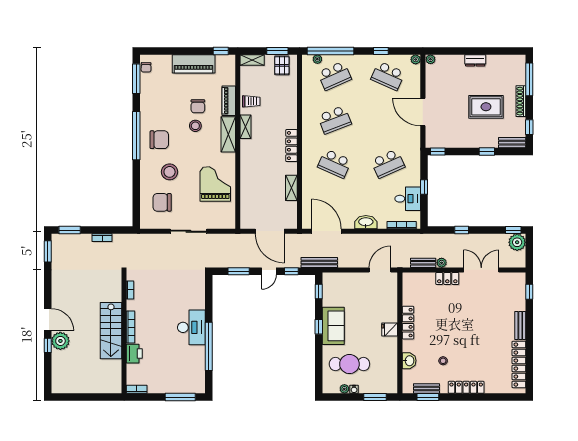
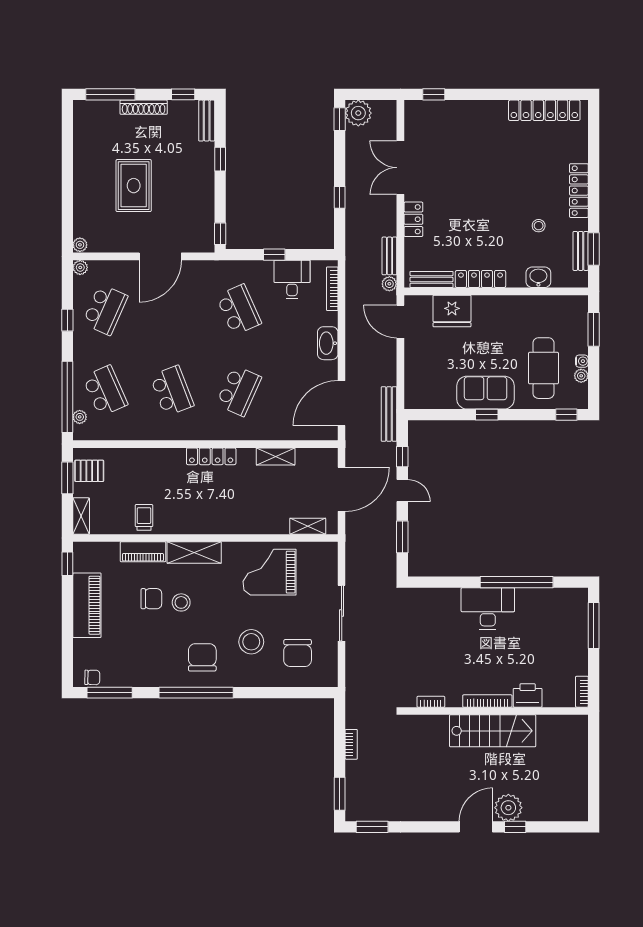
dresser: (475, 60) -> (82, 177), removed
rug: (486, 107) -> (134, 186), moved
shelving: (245, 127) -> (308, 526), moved
plant: (442, 263) -> (389, 284), moved
window: (319, 292) -> (566, 415), moved
bench: (520, 325) -> (431, 279), moved
fridge: (390, 330) -> (452, 311), moved, width x1.88, depth x1.34

